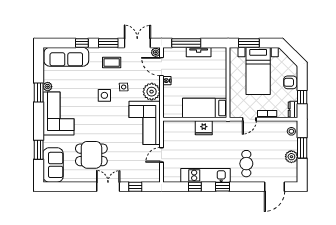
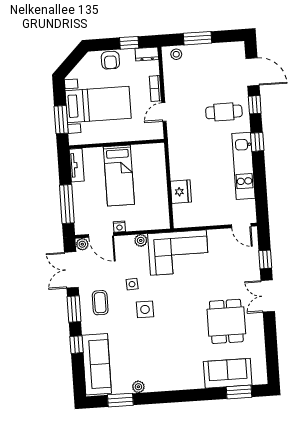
tv unit: (199, 52) -> (77, 165), moved
door: (162, 67) -> (101, 235), hinge flipped
window: (39, 92) -> (120, 400), moved
plant: (152, 92) -> (141, 240), width x0.53, depth x0.53
bed: (205, 108) -> (119, 176), moved
corner sofa: (58, 114) -> (174, 370), removed
door: (249, 119) -> (164, 112), swing flipped
fridge: (204, 128) -> (181, 192), moved
window: (39, 150) -> (239, 392), moved
door: (162, 155) -> (241, 226), moved
plant: (291, 157) -> (210, 52), removed
sofa: (53, 165) -> (228, 373), moved
window: (195, 187) -> (255, 105), moved

